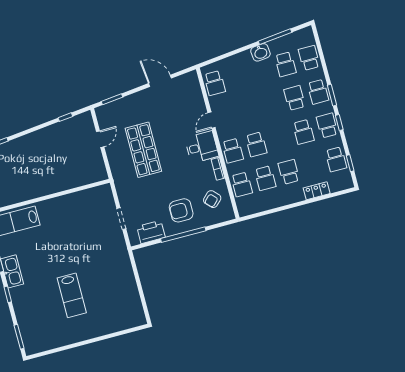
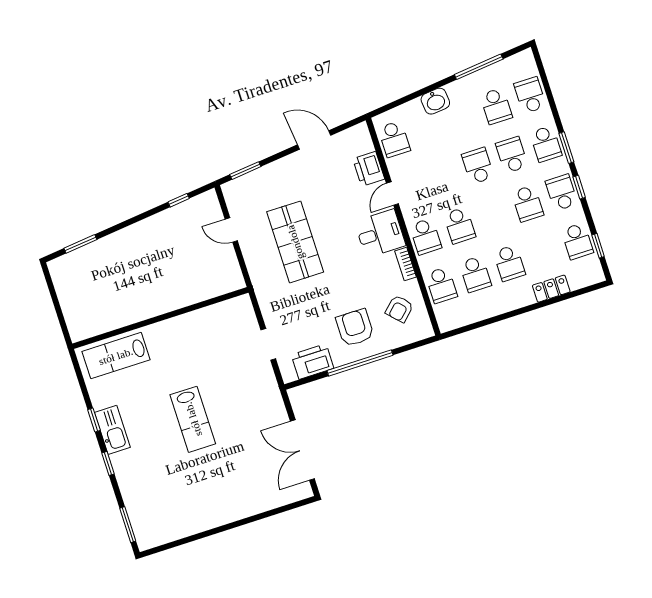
washbasin: (260, 52) -> (435, 101), moved
printer: (196, 102) -> (369, 169), added
school desk: (271, 104) -> (478, 166), added
door: (100, 139) -> (231, 230), swing flipped
school desk: (289, 172) -> (509, 263), turned 180
armchair: (181, 210) -> (355, 328), turned 90
double door: (141, 292) -> (302, 450), added
lab bench: (72, 295) -> (193, 419), moved

